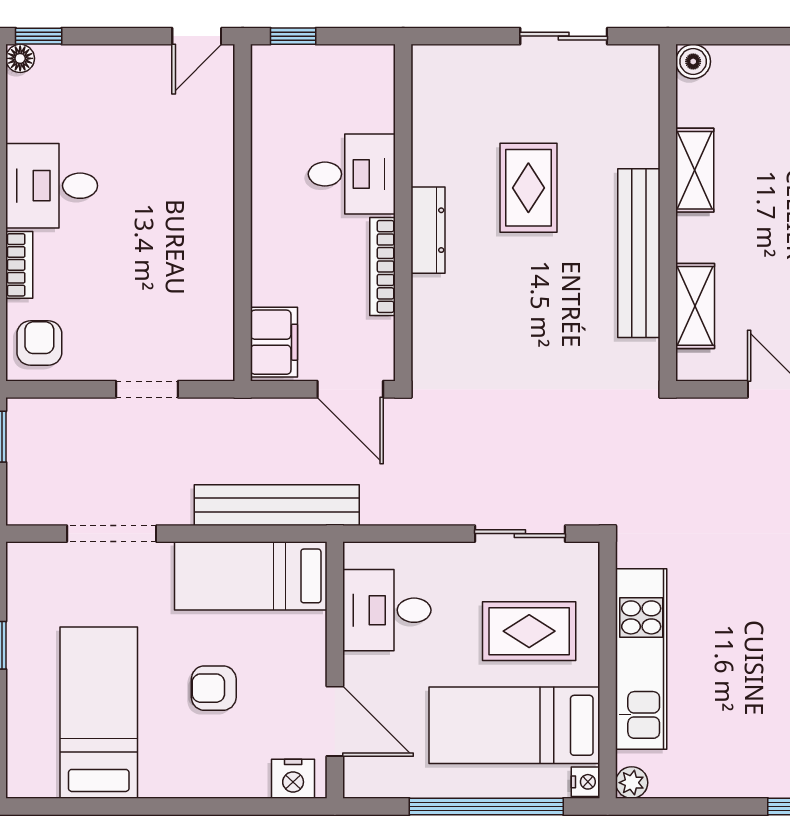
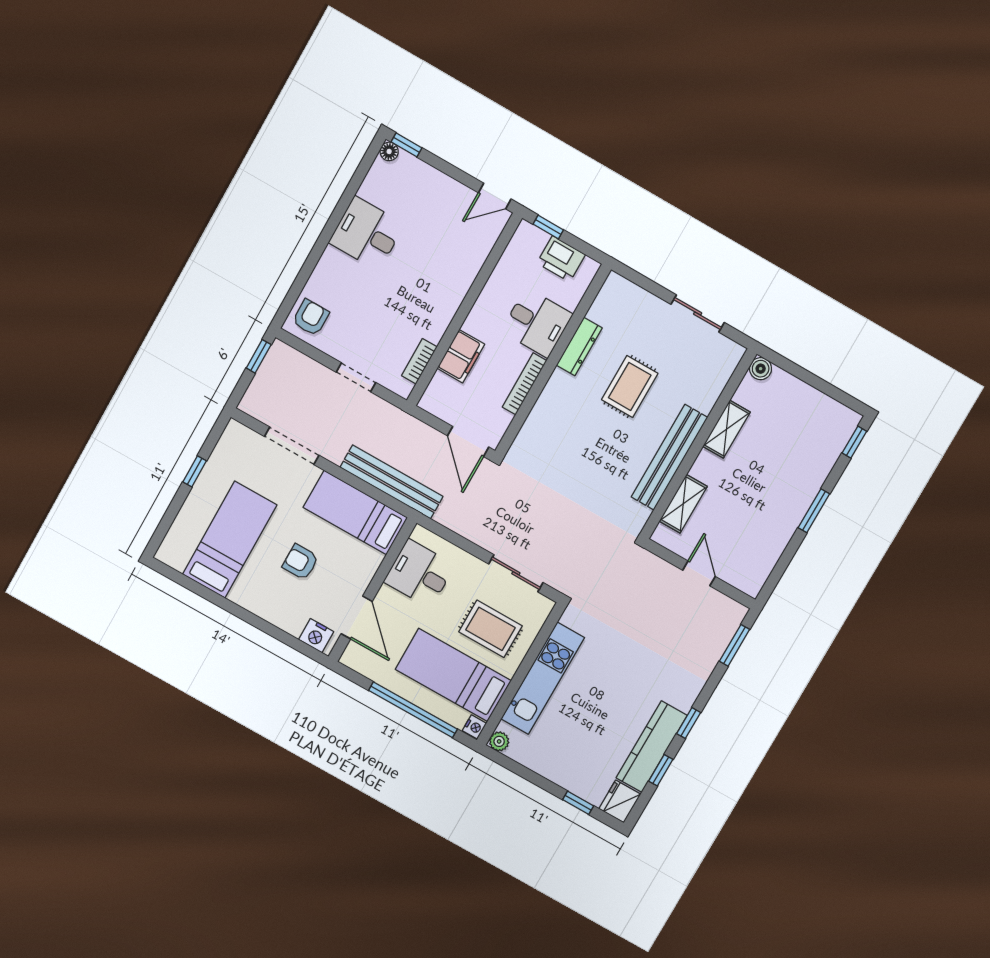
printer: (335, 69) -> (561, 259), added
dresser: (428, 230) -> (579, 347), moved
bookcase: (19, 265) -> (419, 361), moved, turned 180
filing cabinet: (274, 342) -> (461, 356), moved

